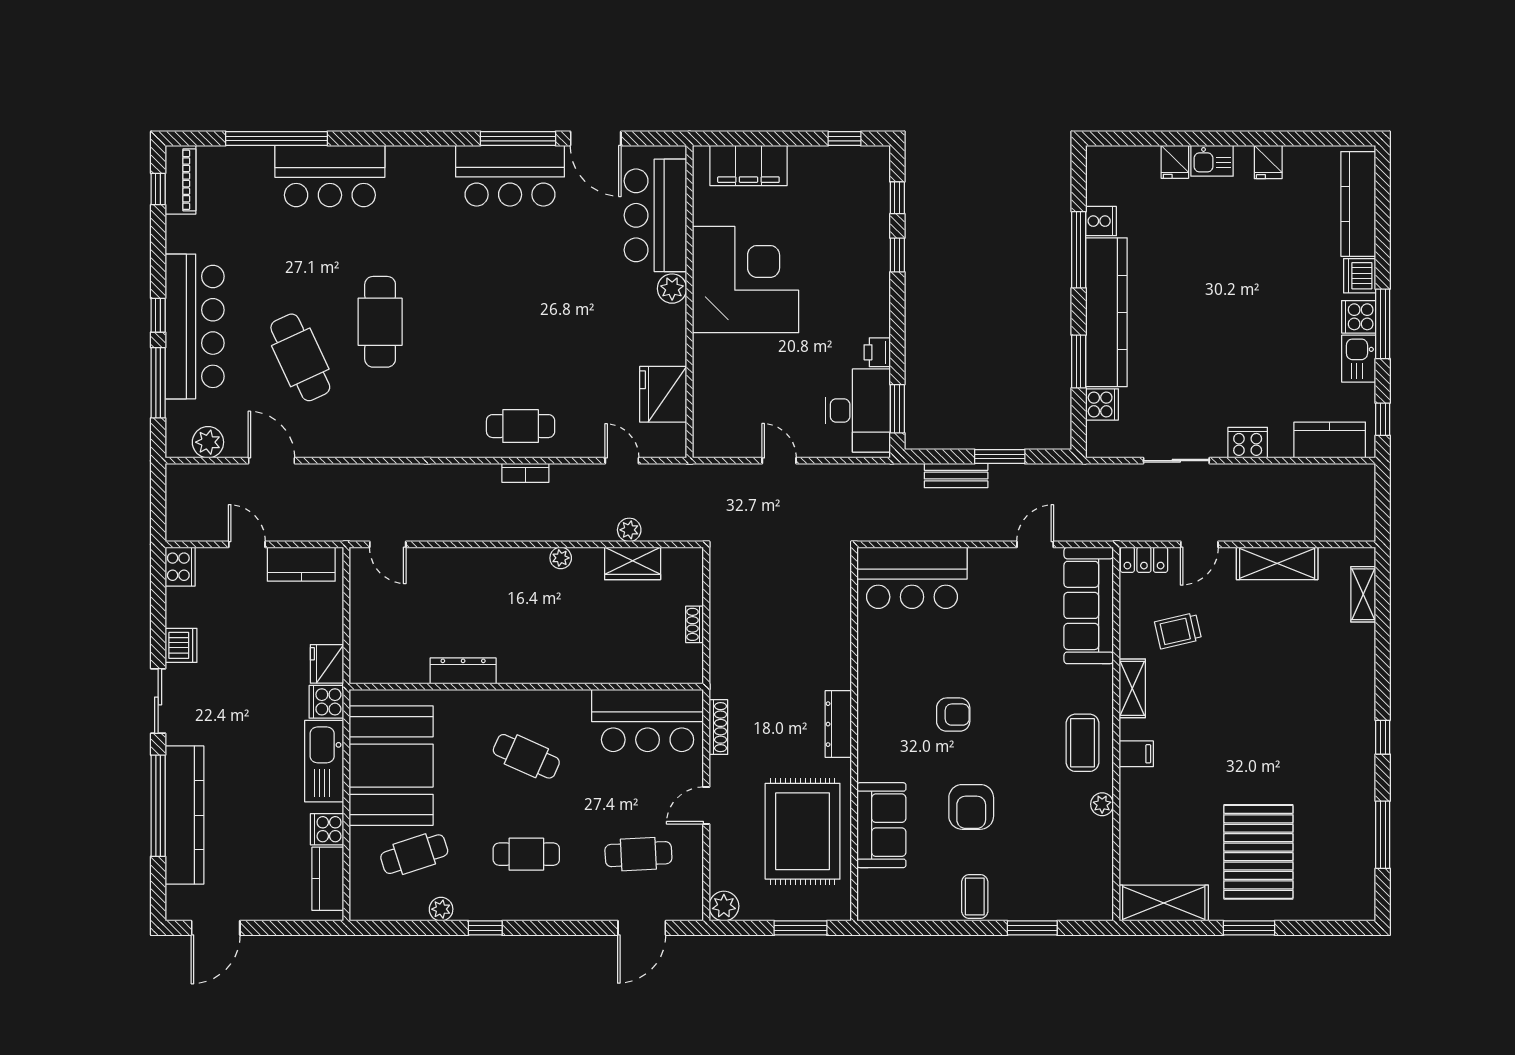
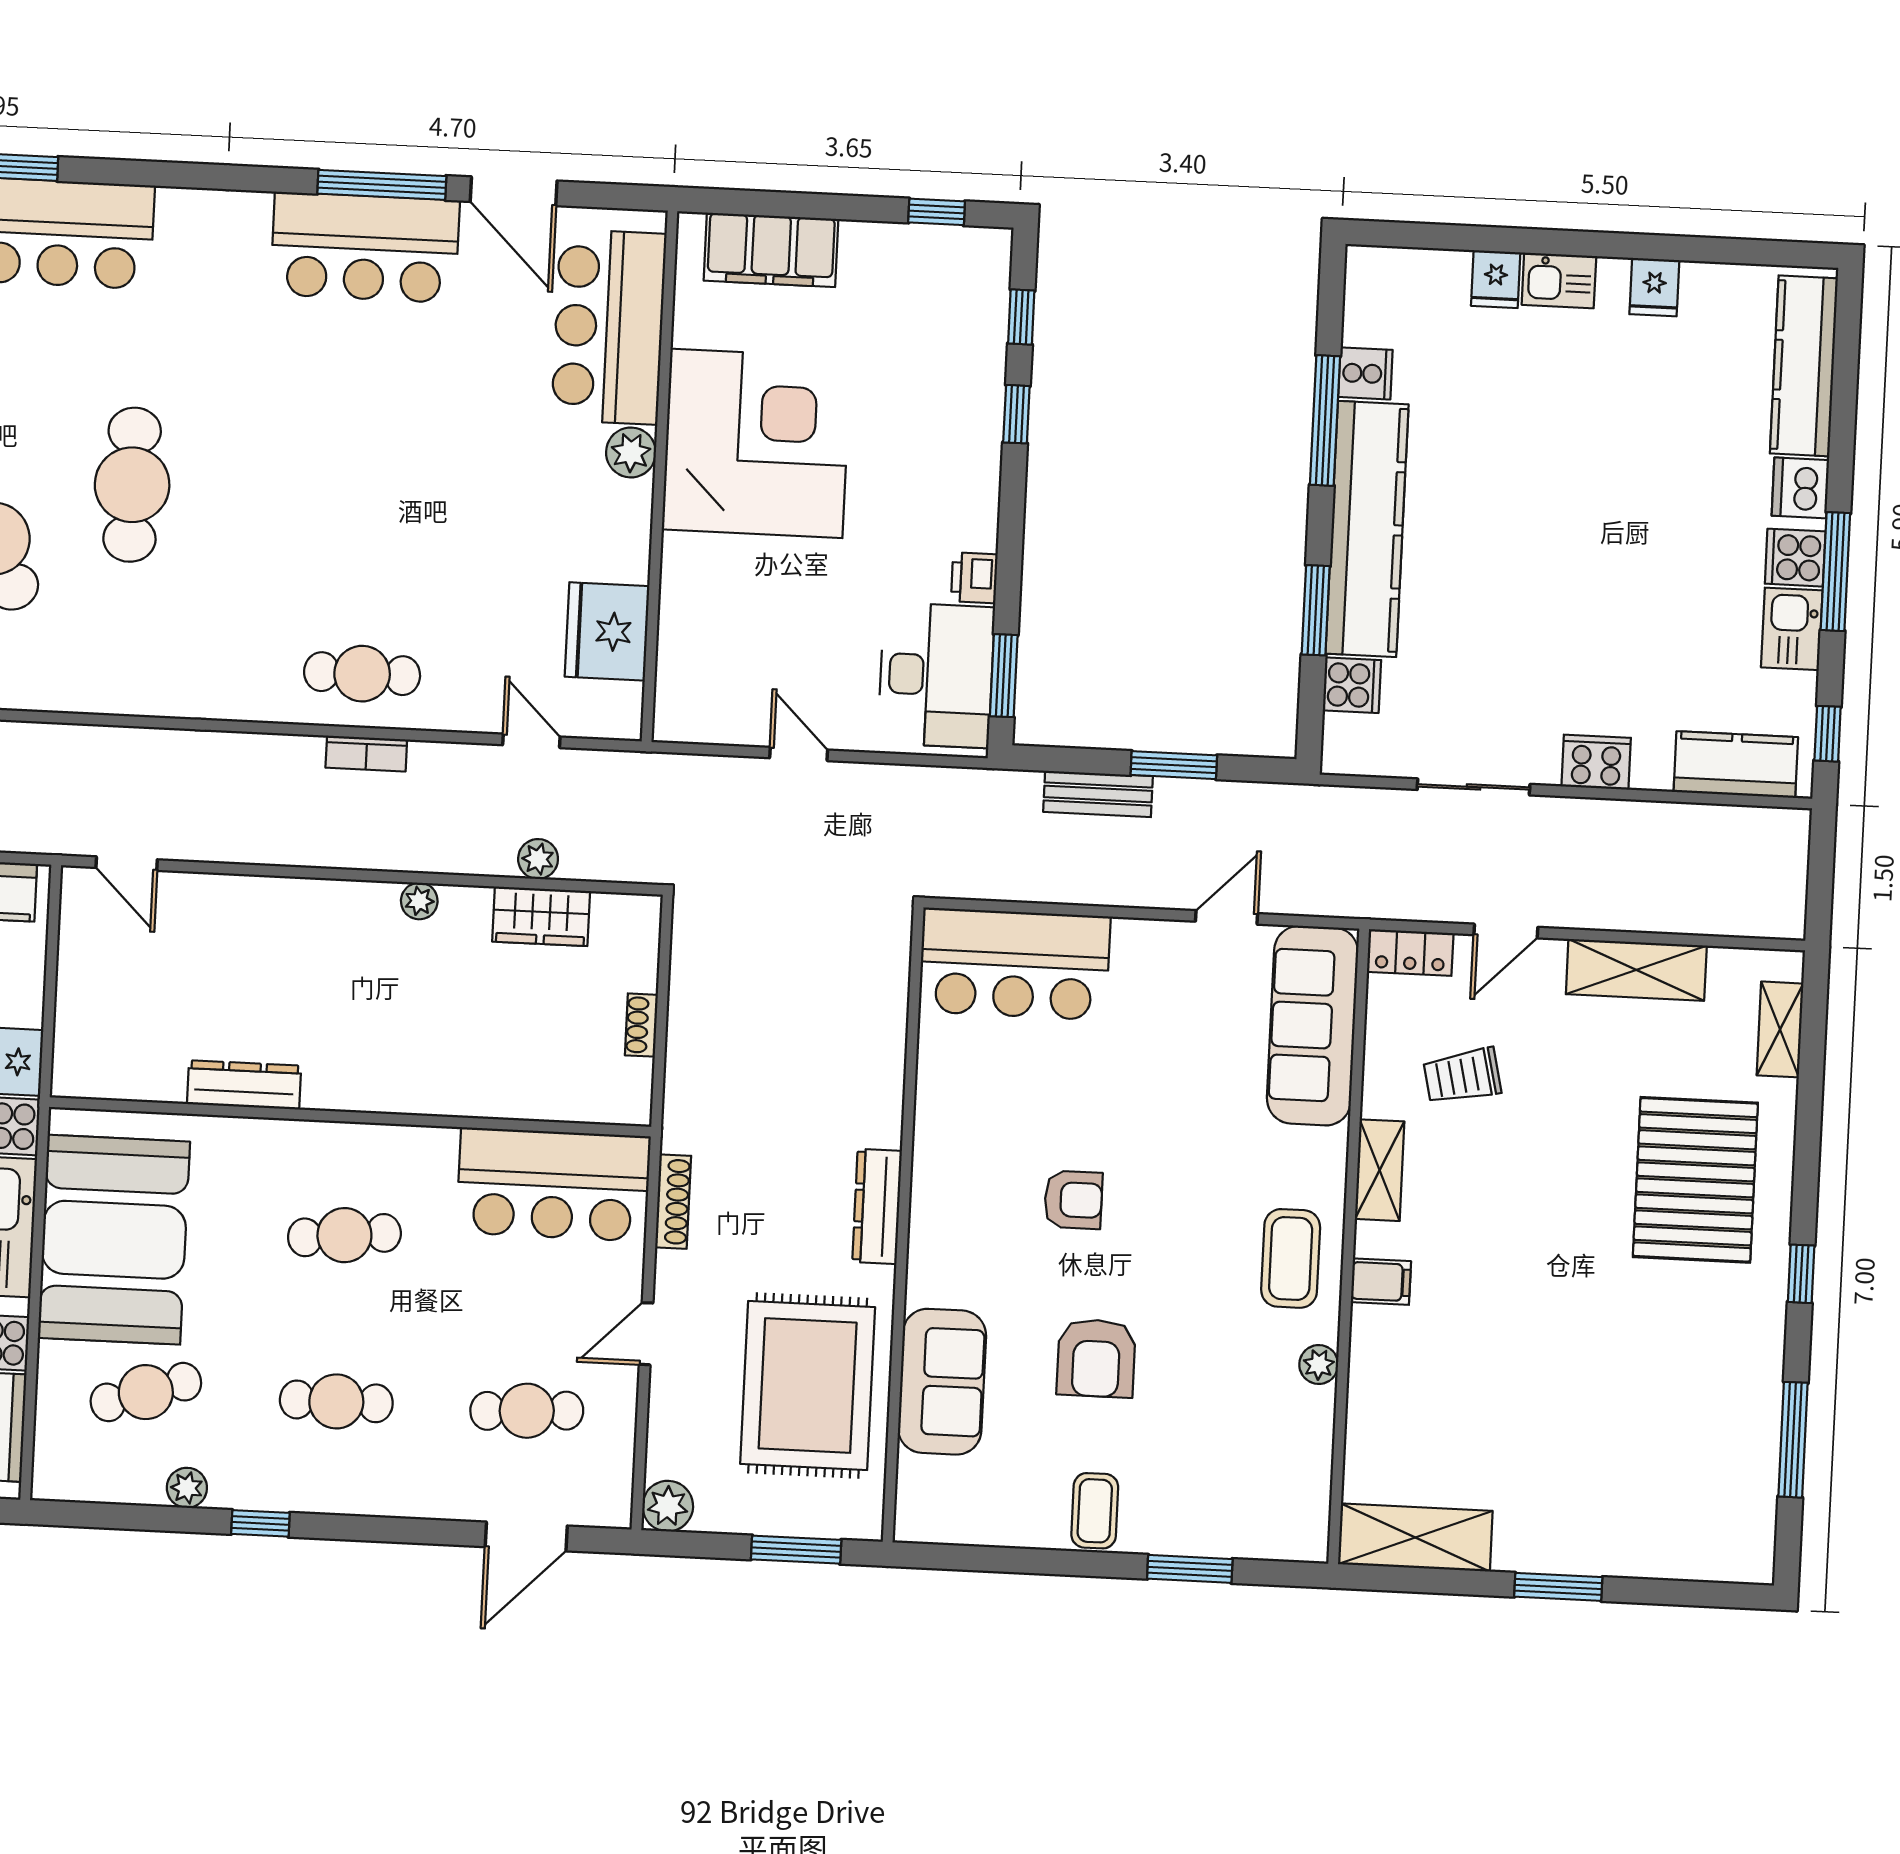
cafe table: (526, 756) -> (344, 1235), turned -30
pallet: (1258, 852) -> (1695, 1180), moved

